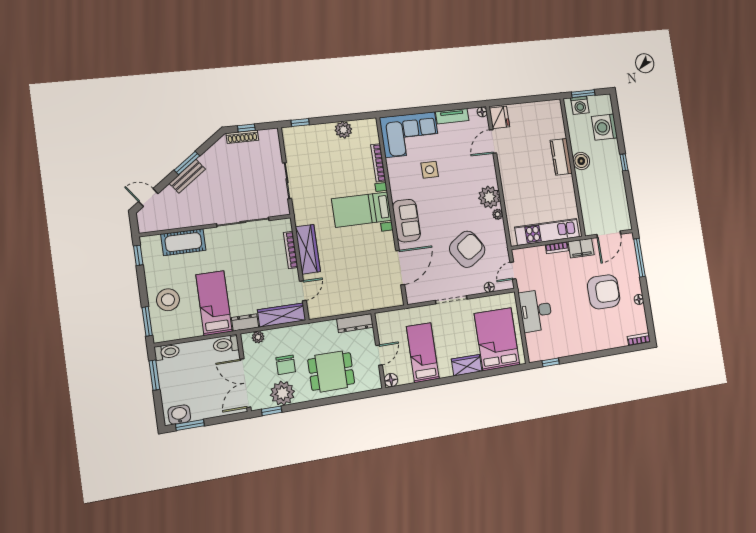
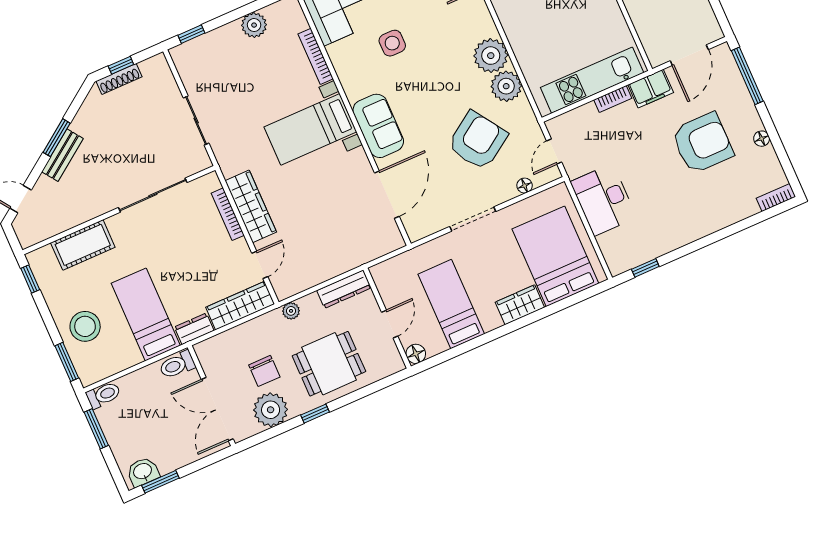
plant: (498, 214) -> (506, 86), width x1.87, depth x1.87
plant: (258, 337) -> (291, 311), moved
window: (272, 411) -> (315, 414), moved

